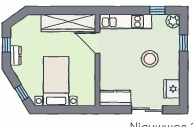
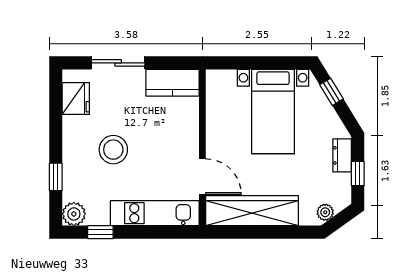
plant: (25, 22) -> (325, 212), added

